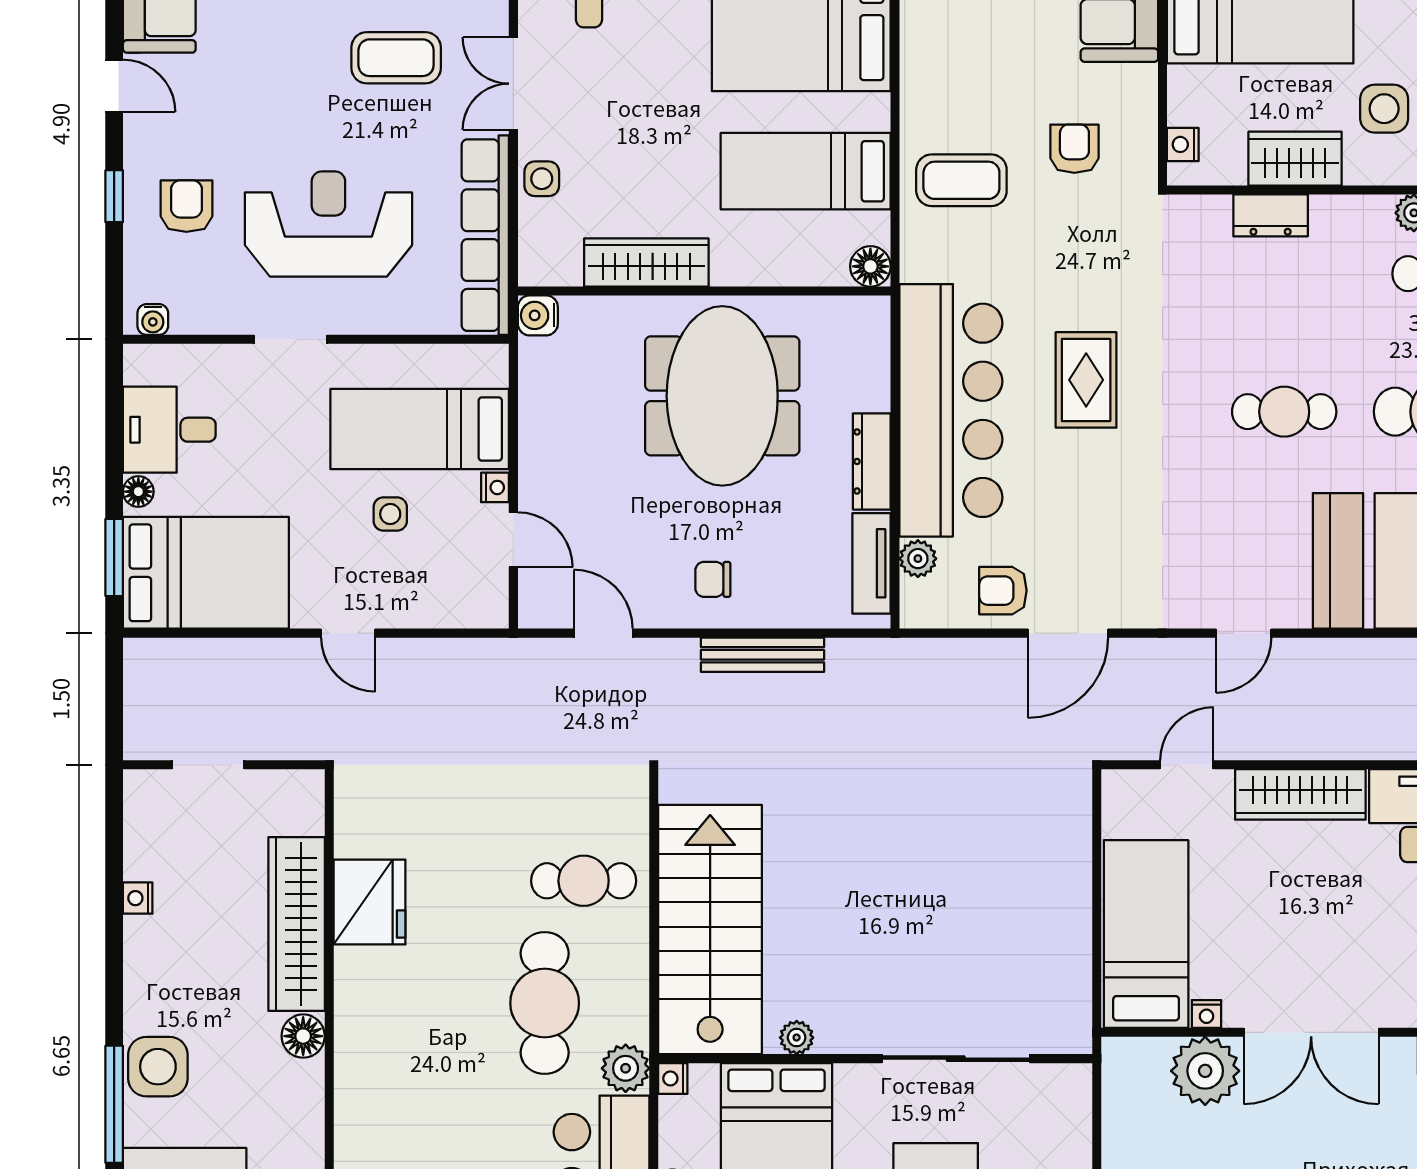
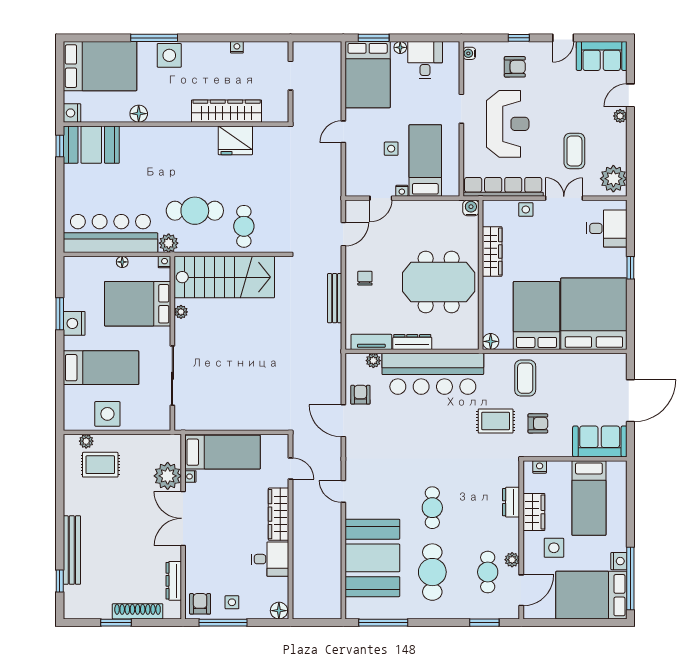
bed: (806, 171) -> (536, 315), width x1.50
rug: (1086, 380) -> (496, 421), moved
floor lamp: (303, 1036) -> (139, 114), moved

